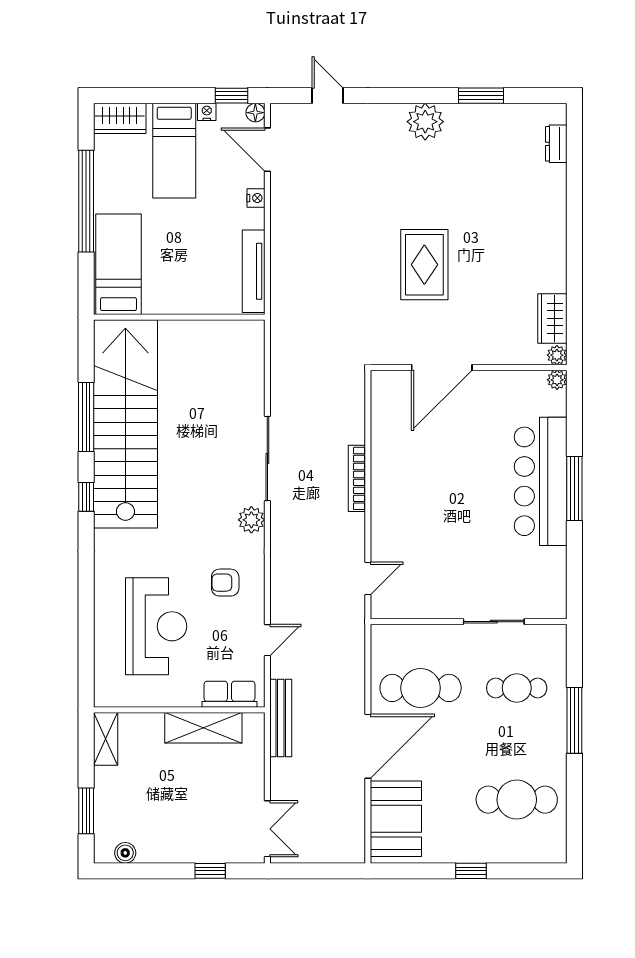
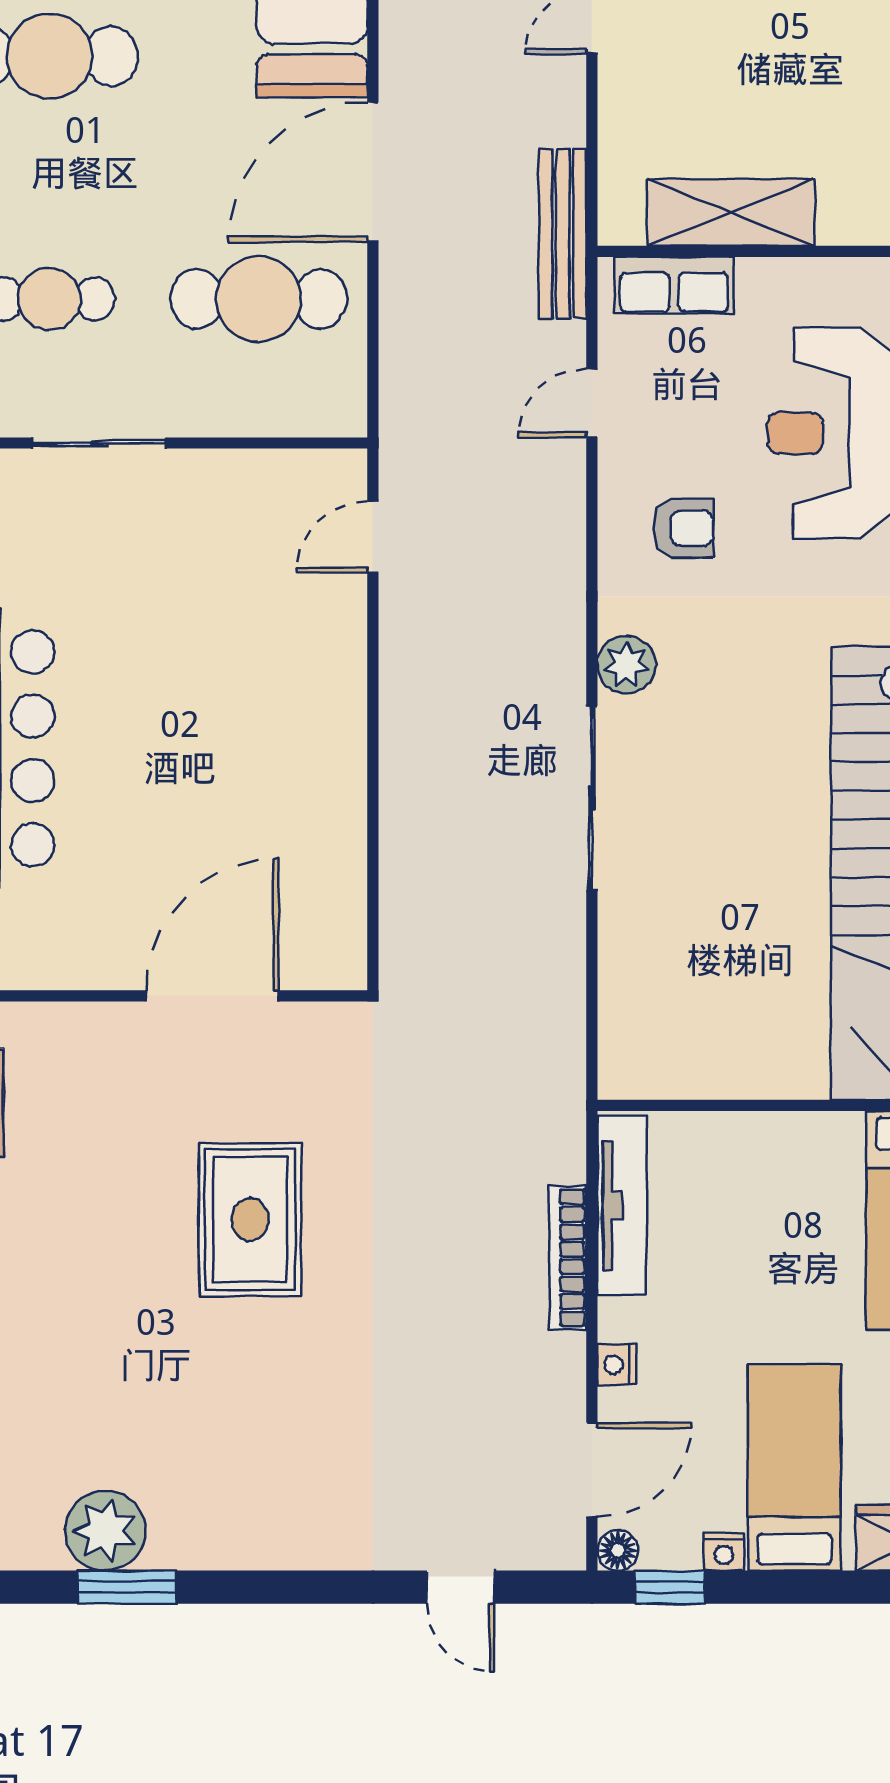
plant: (425, 122) -> (105, 1531), moved
door: (267, 150) -> (592, 1470), hinge flipped
bookcase: (357, 478) -> (568, 1258), moved, turned 180

